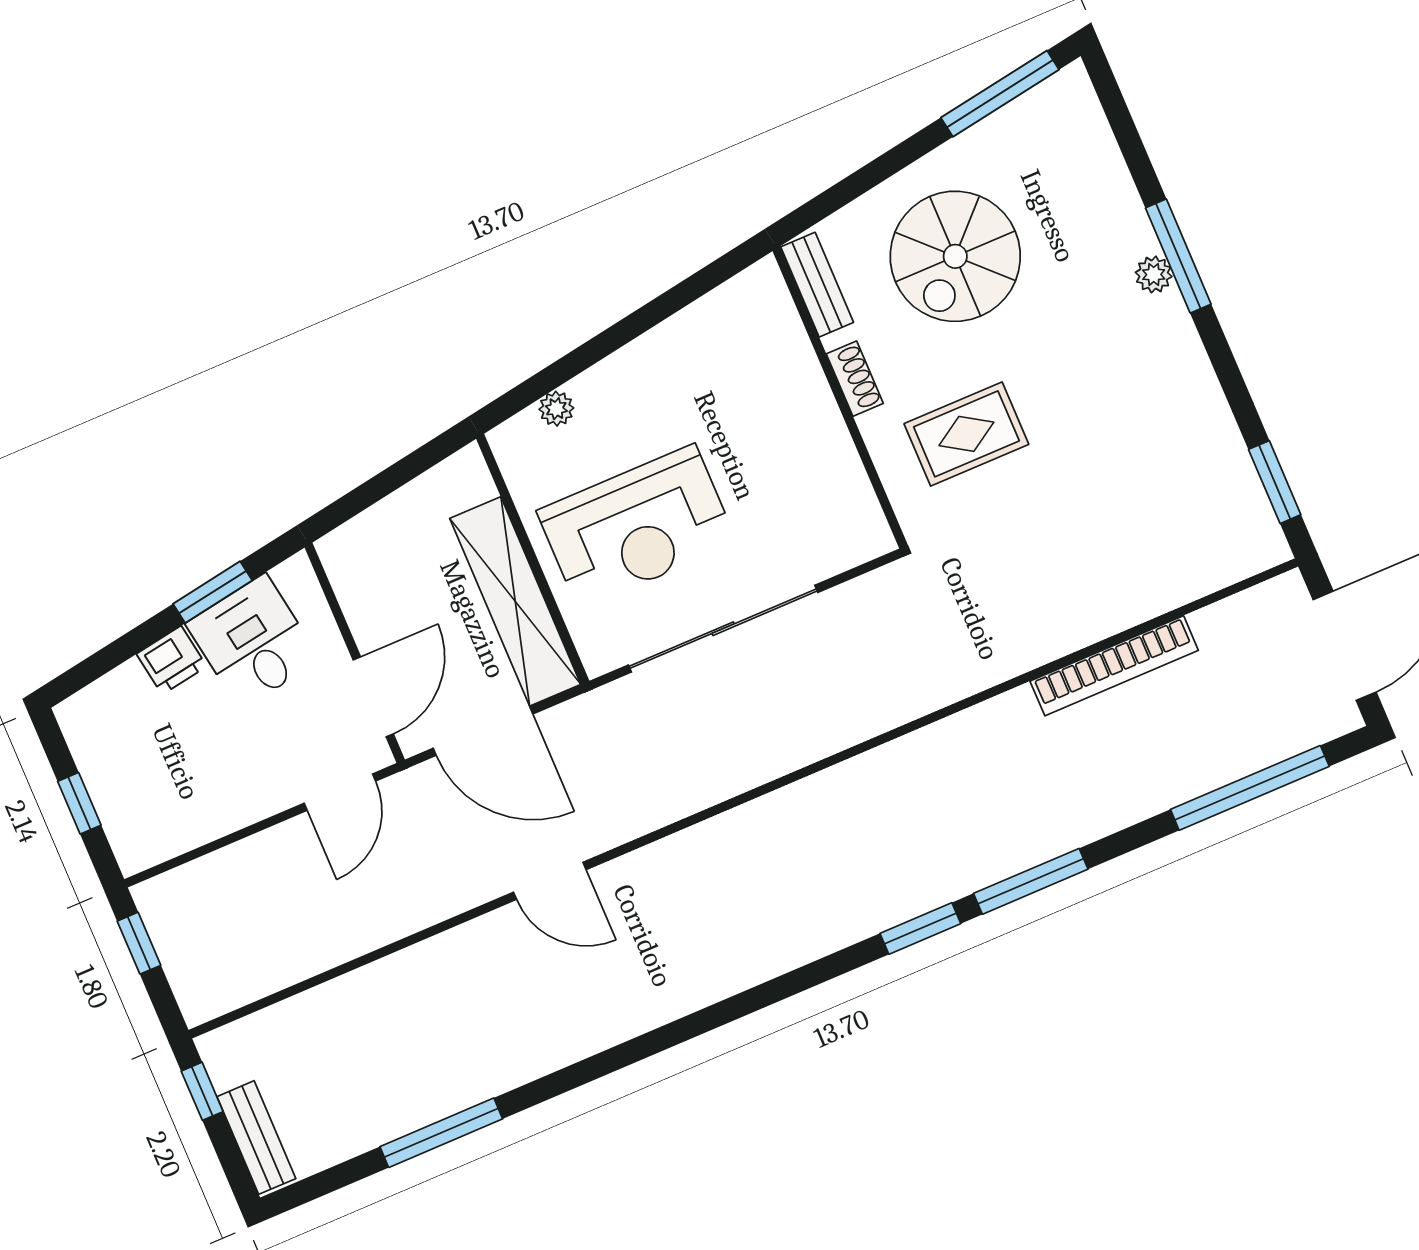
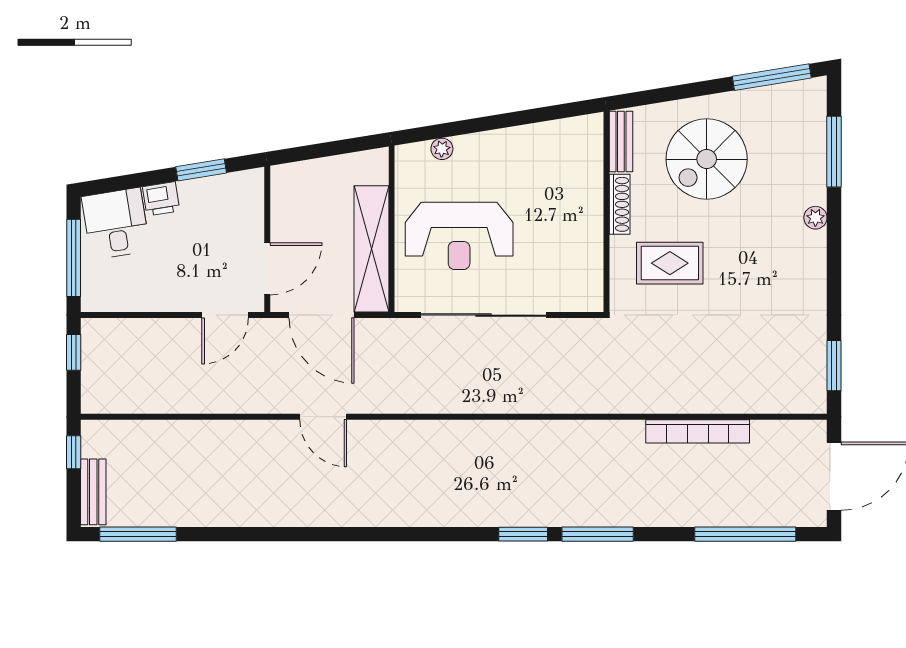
window: (1178, 256) -> (834, 152), moved
shoe rack: (855, 379) -> (620, 204), width x1.43
desk: (253, 642) -> (116, 224), moved
window: (79, 803) -> (74, 258), width x2.17
window: (441, 1133) -> (138, 534), moved

